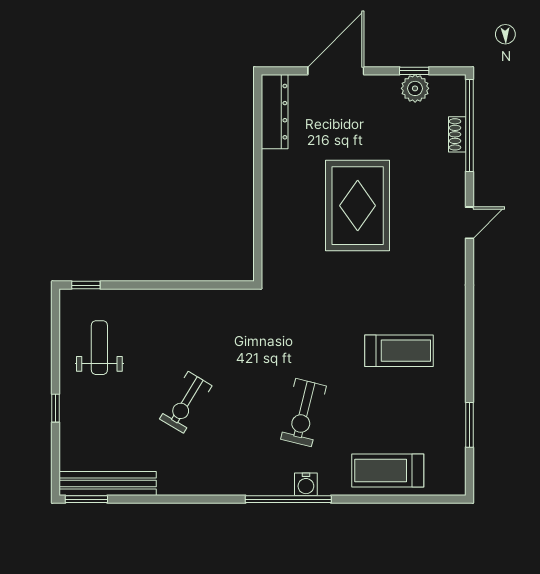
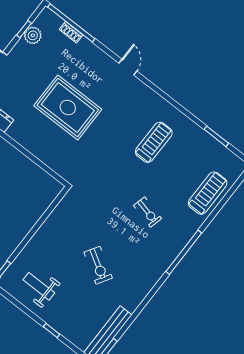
door: (469, 223) -> (128, 67), moved
exercise bike: (304, 413) -> (148, 212), width x0.73, depth x0.72
treadmill: (388, 471) -> (208, 193), turned 180
water cooler: (306, 484) -> (183, 238), removed

